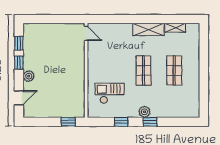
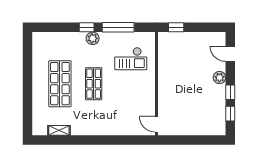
shelving: (148, 29) -> (88, 129), removed
shop shelf: (174, 70) -> (60, 84), width x1.43, depth x1.36
door: (19, 98) -> (230, 54), hinge flipped
window: (121, 122) -> (118, 27), width x2.17

